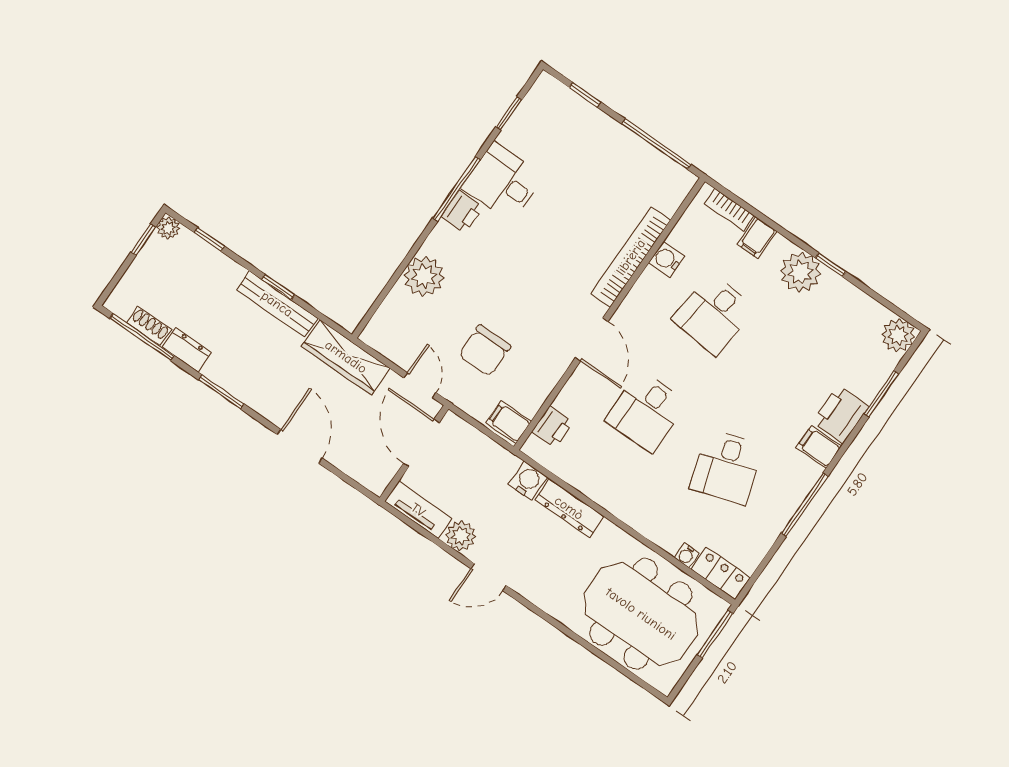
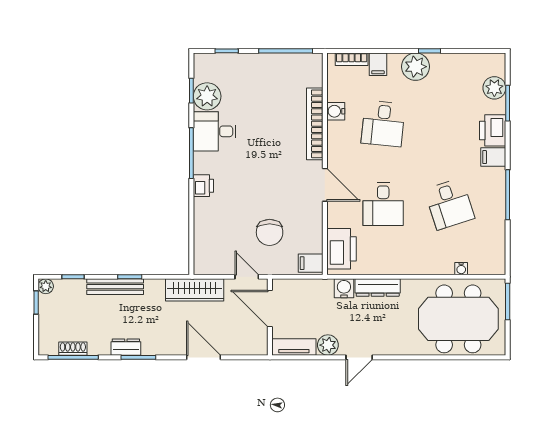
printer: (462, 212) -> (203, 186), moved
plant: (424, 277) -> (207, 96), moved
bench: (277, 304) -> (115, 287), moved
plant: (898, 335) -> (494, 88), moved
dresser: (187, 350) -> (126, 347), moved
printer: (552, 427) -> (342, 249), width x1.87, depth x1.48
locker: (721, 573) -> (487, 266), removed

